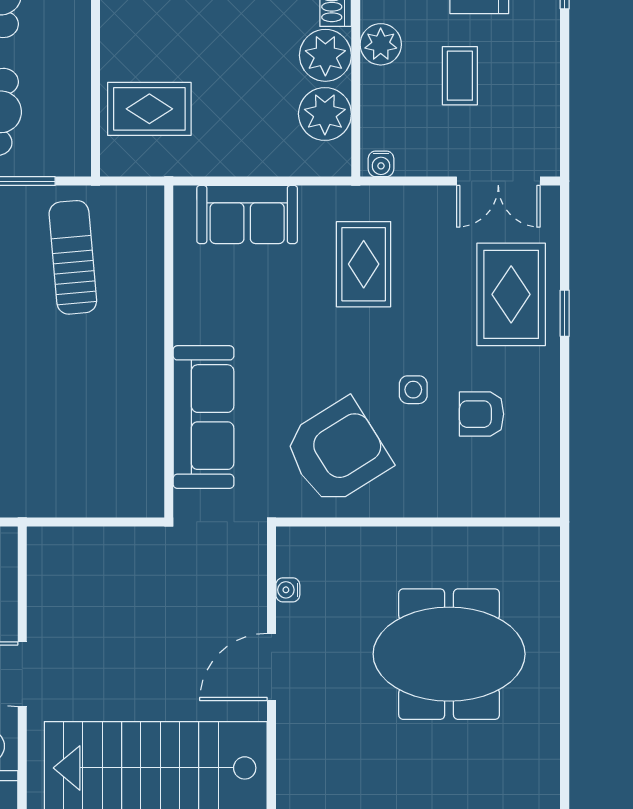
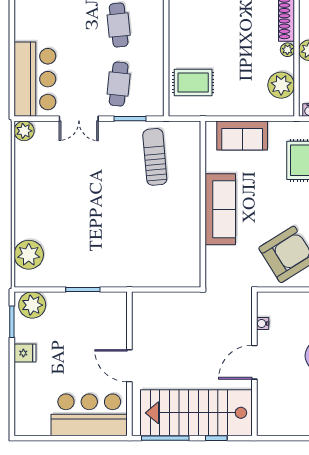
plant: (325, 55) -> (287, 50), width x0.53, depth x0.53
sofa: (203, 417) -> (220, 209), moved

